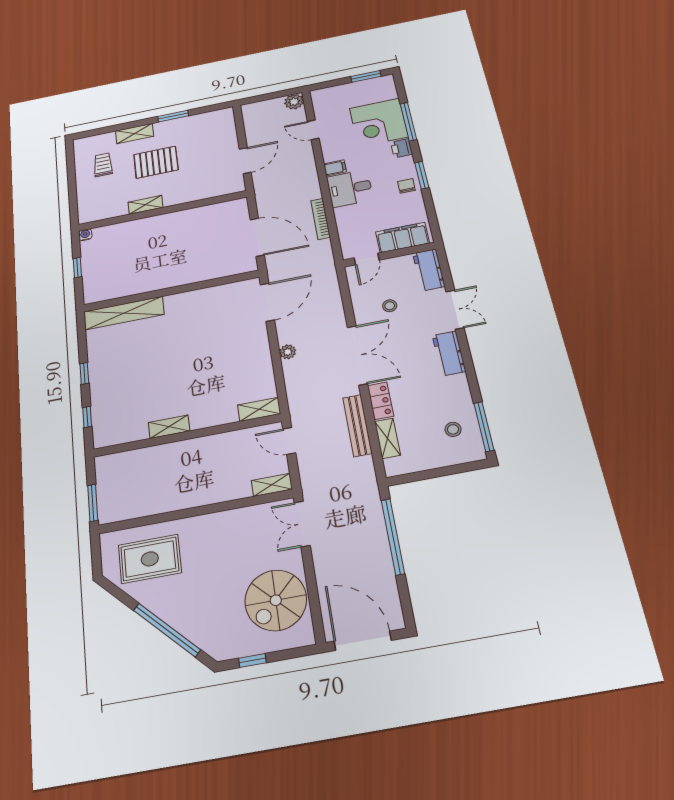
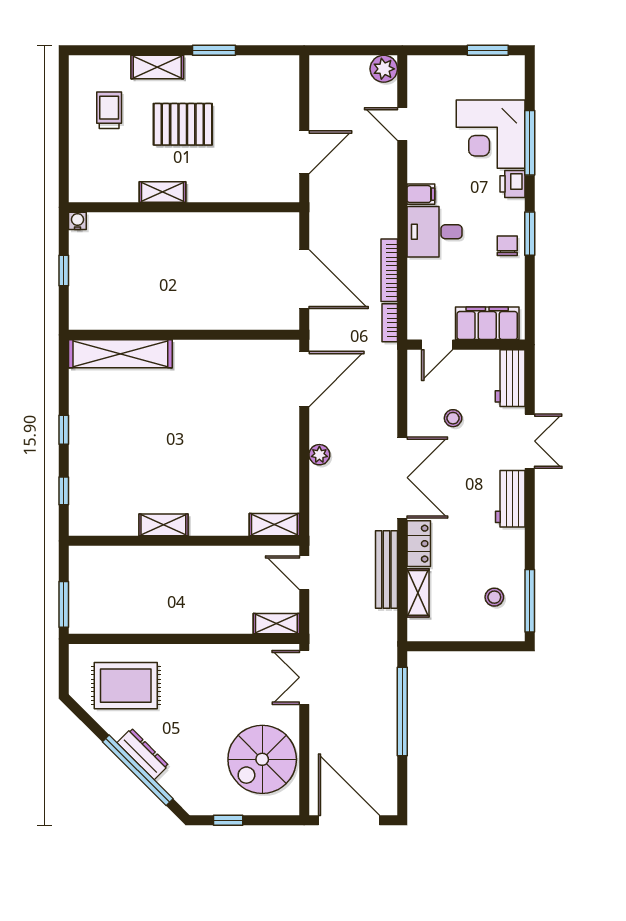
bookcase: (327, 252) -> (390, 323), added
dresser: (170, 615) -> (143, 754), added

